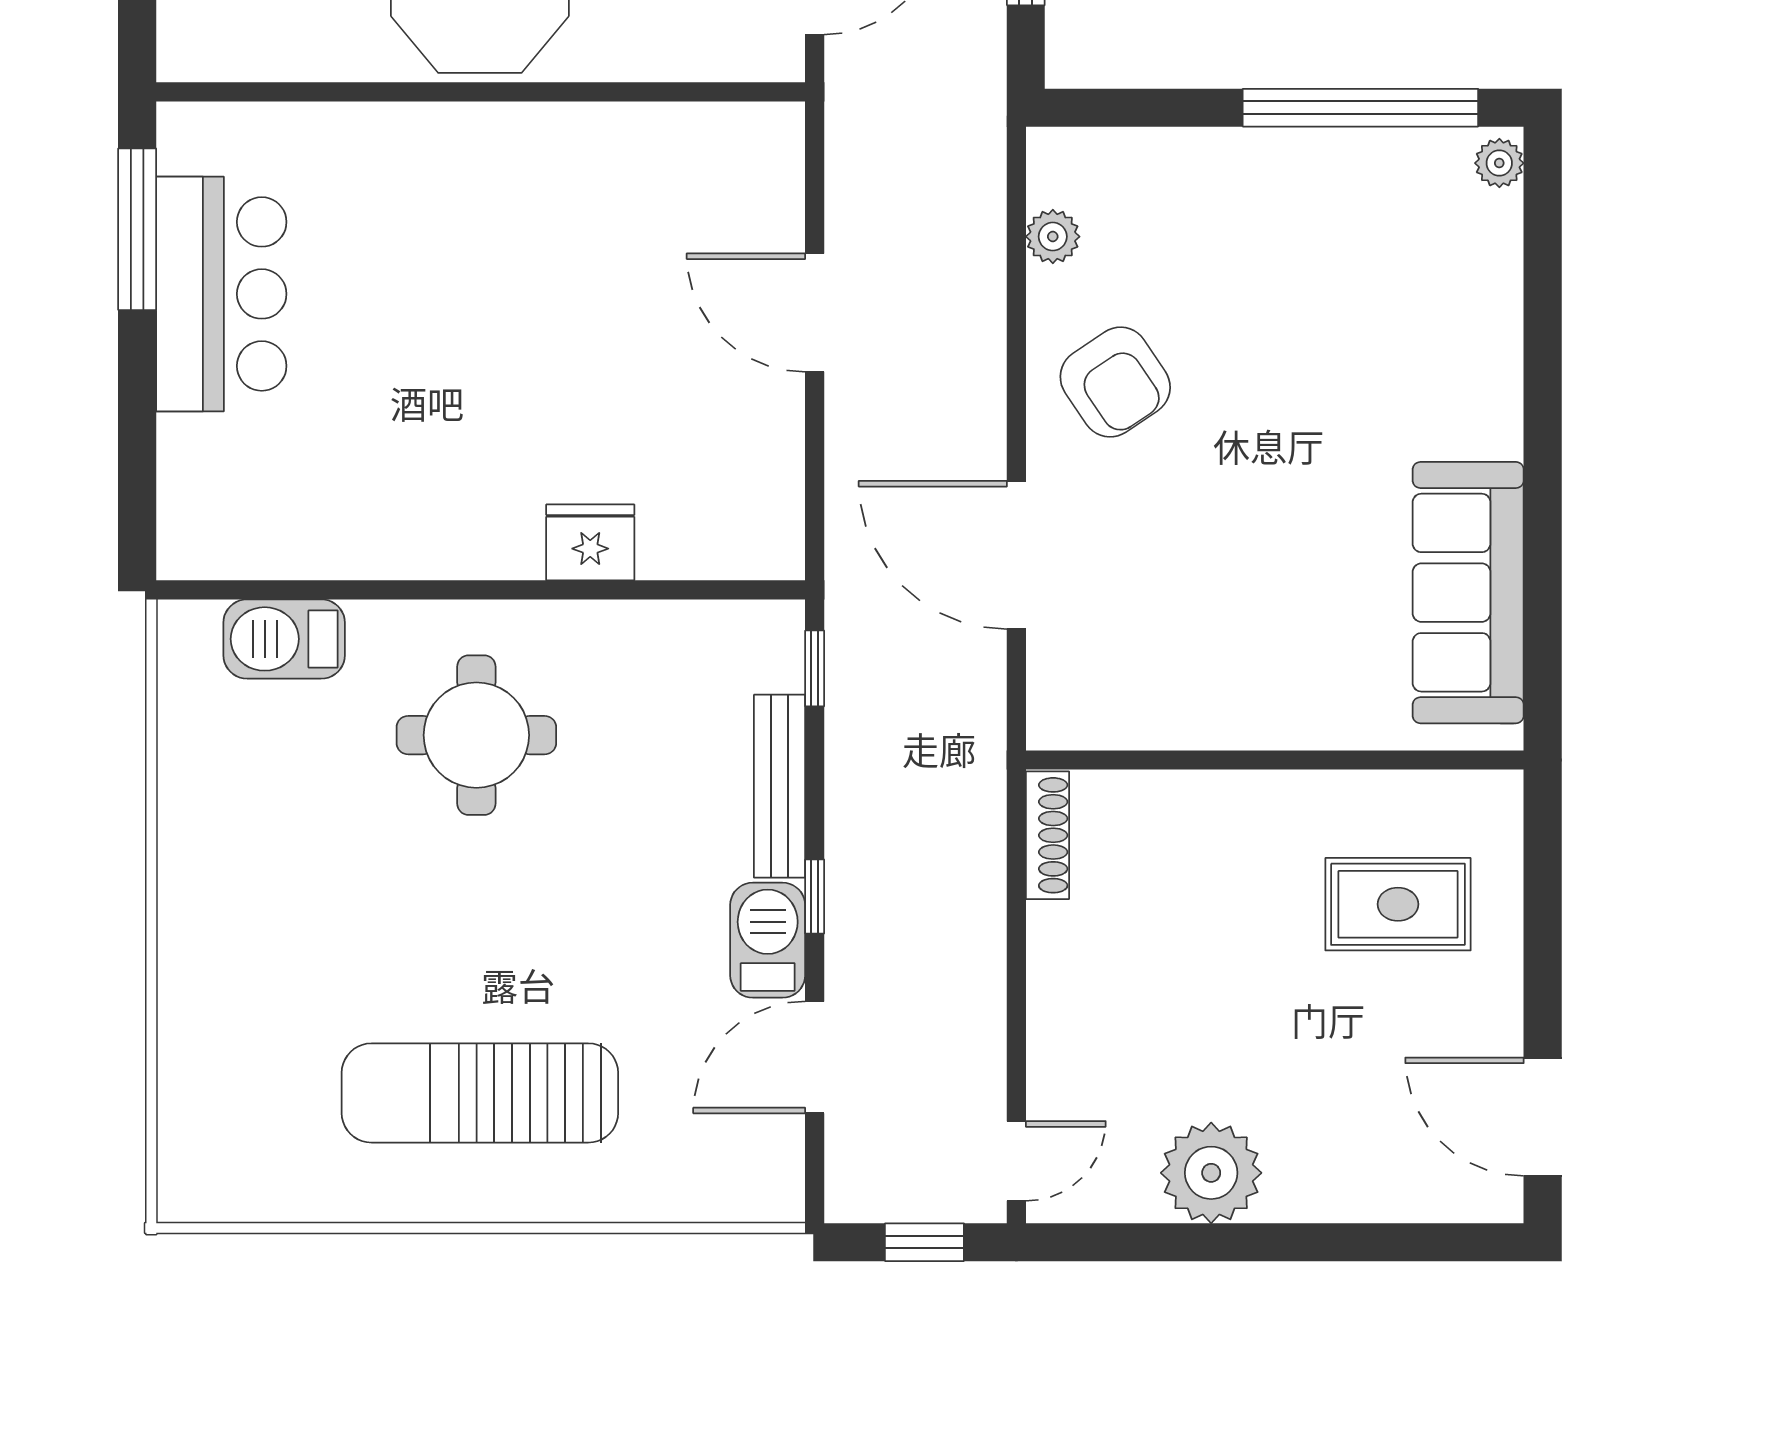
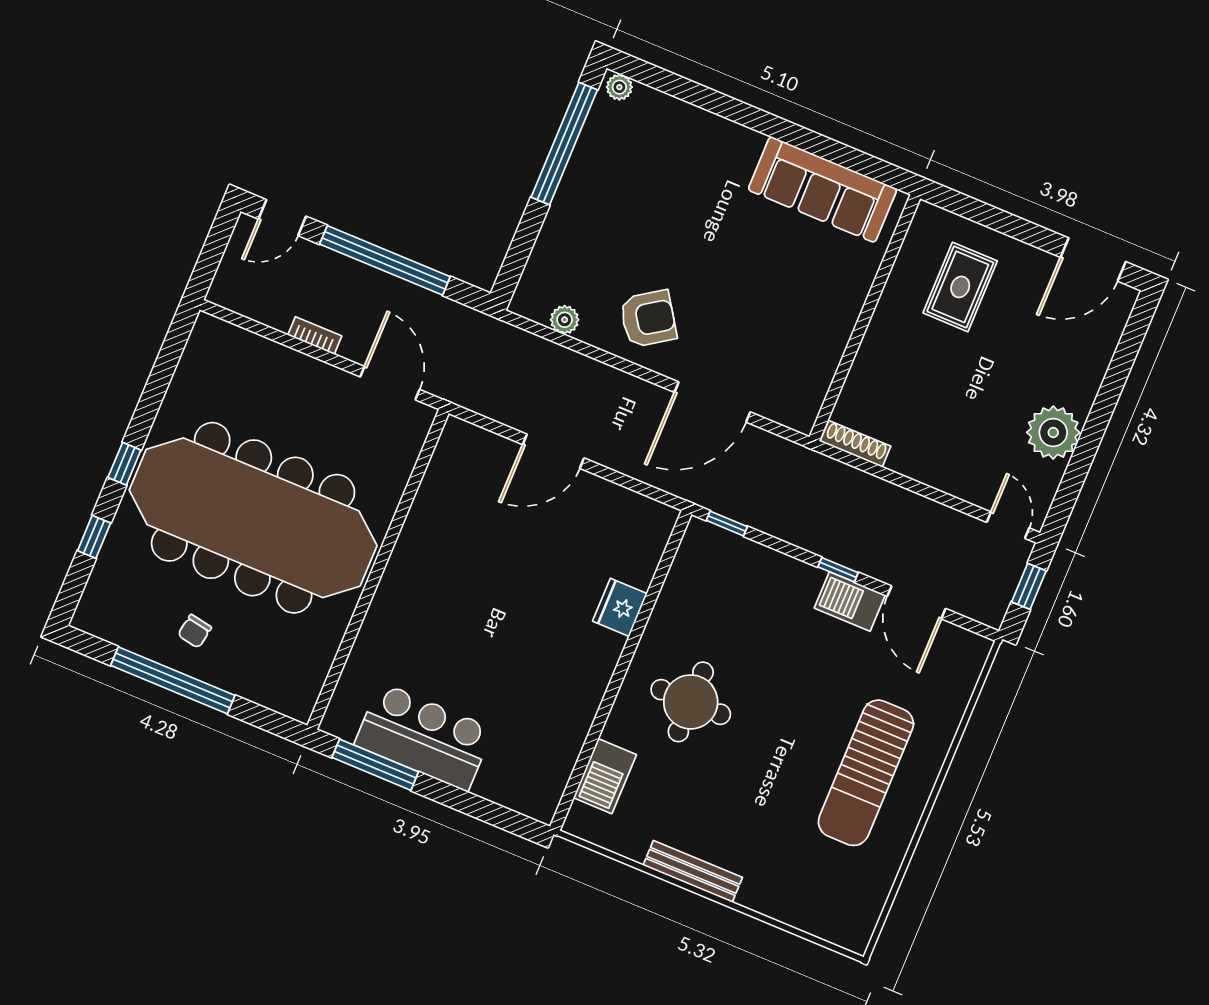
bench: (780, 786) -> (693, 871), moved

